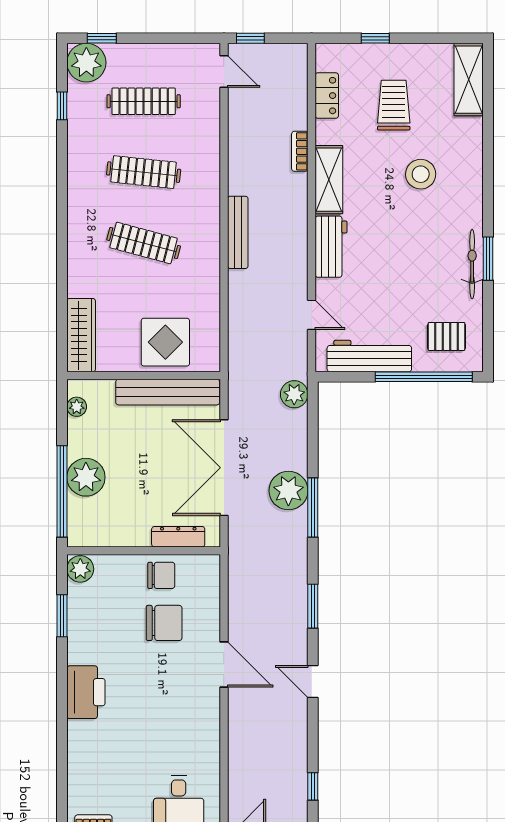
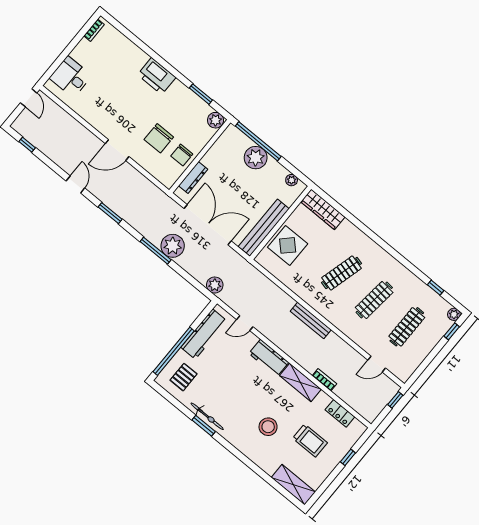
plant: (86, 63) -> (454, 314), width x0.53, depth x0.53
door: (224, 72) -> (377, 364), moved
door: (313, 681) -> (75, 185), hinge flipped

